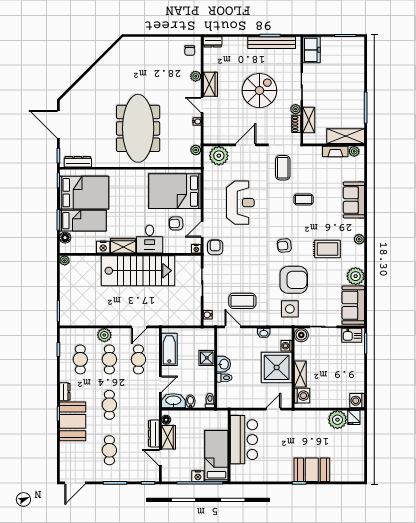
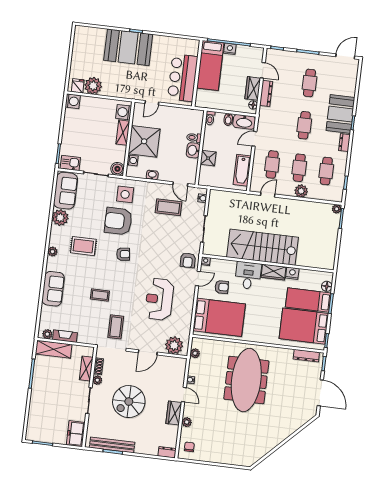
plant: (65, 260) -> (337, 209), moved
booth: (312, 470) -> (128, 47), width x1.36, depth x1.42

